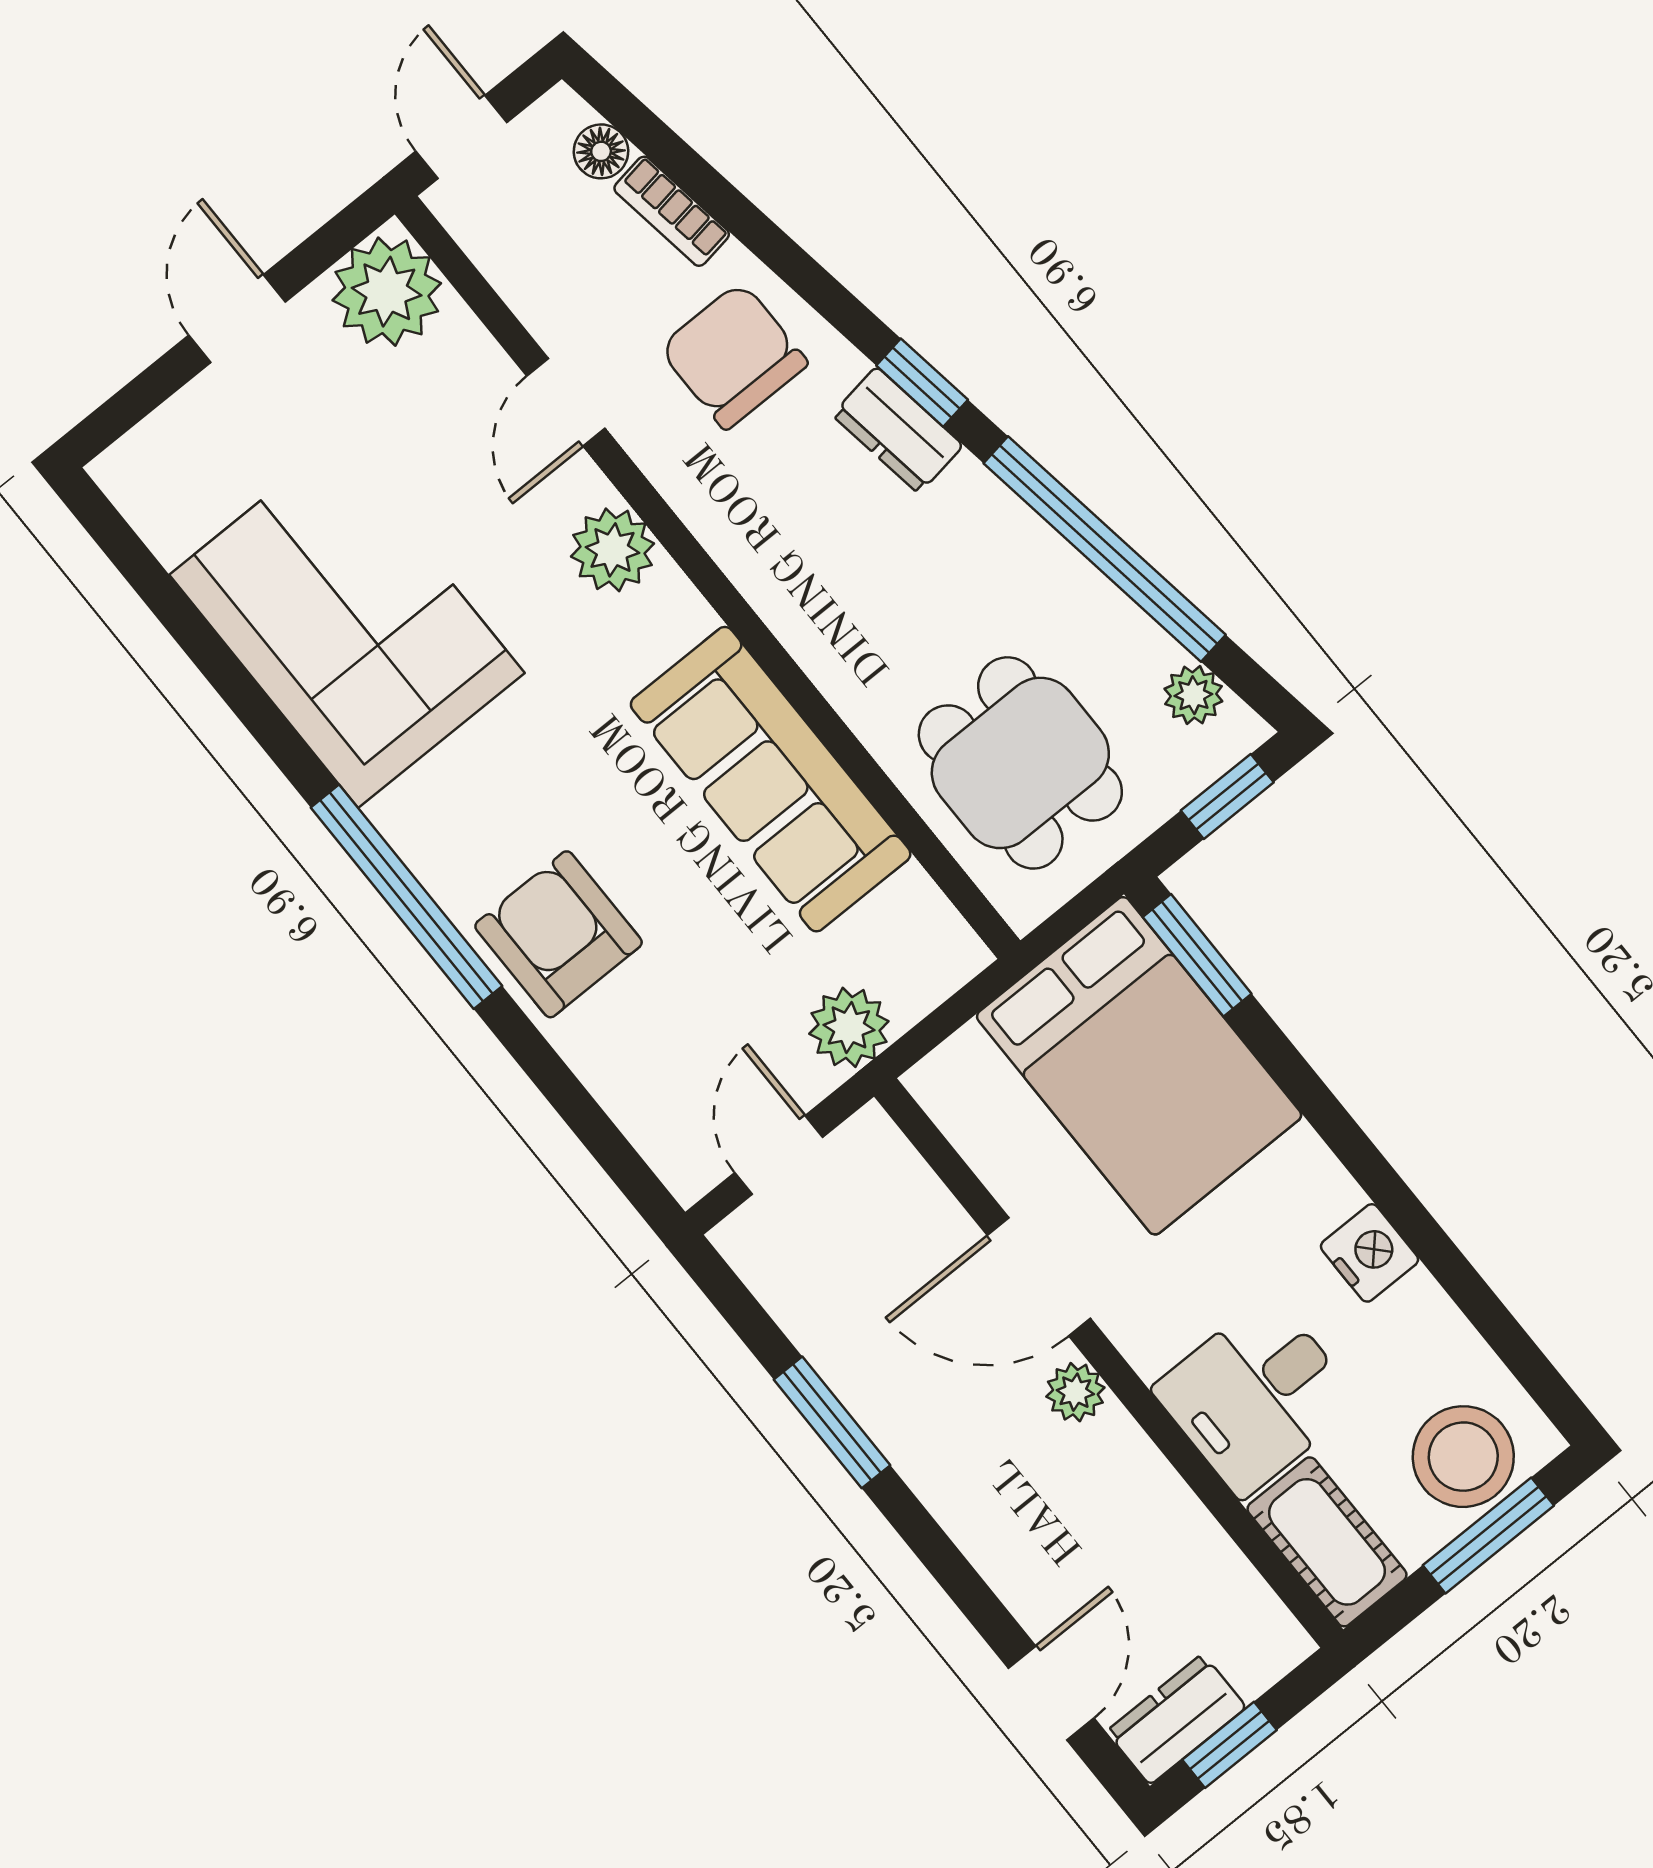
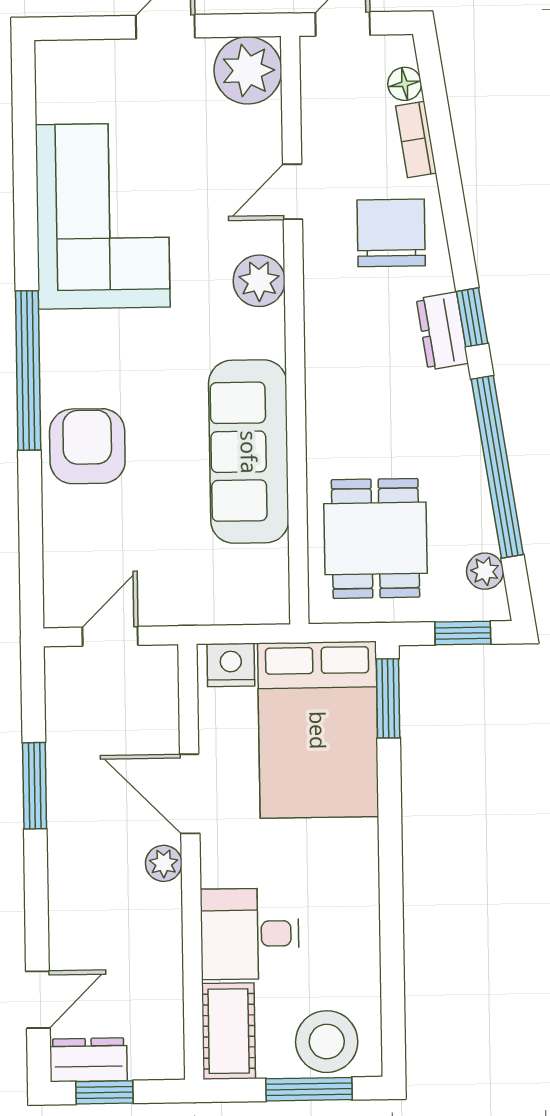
plant: (849, 1027) -> (192, 601), removed
nightstand: (1369, 1253) -> (231, 665), moved, turned -90

